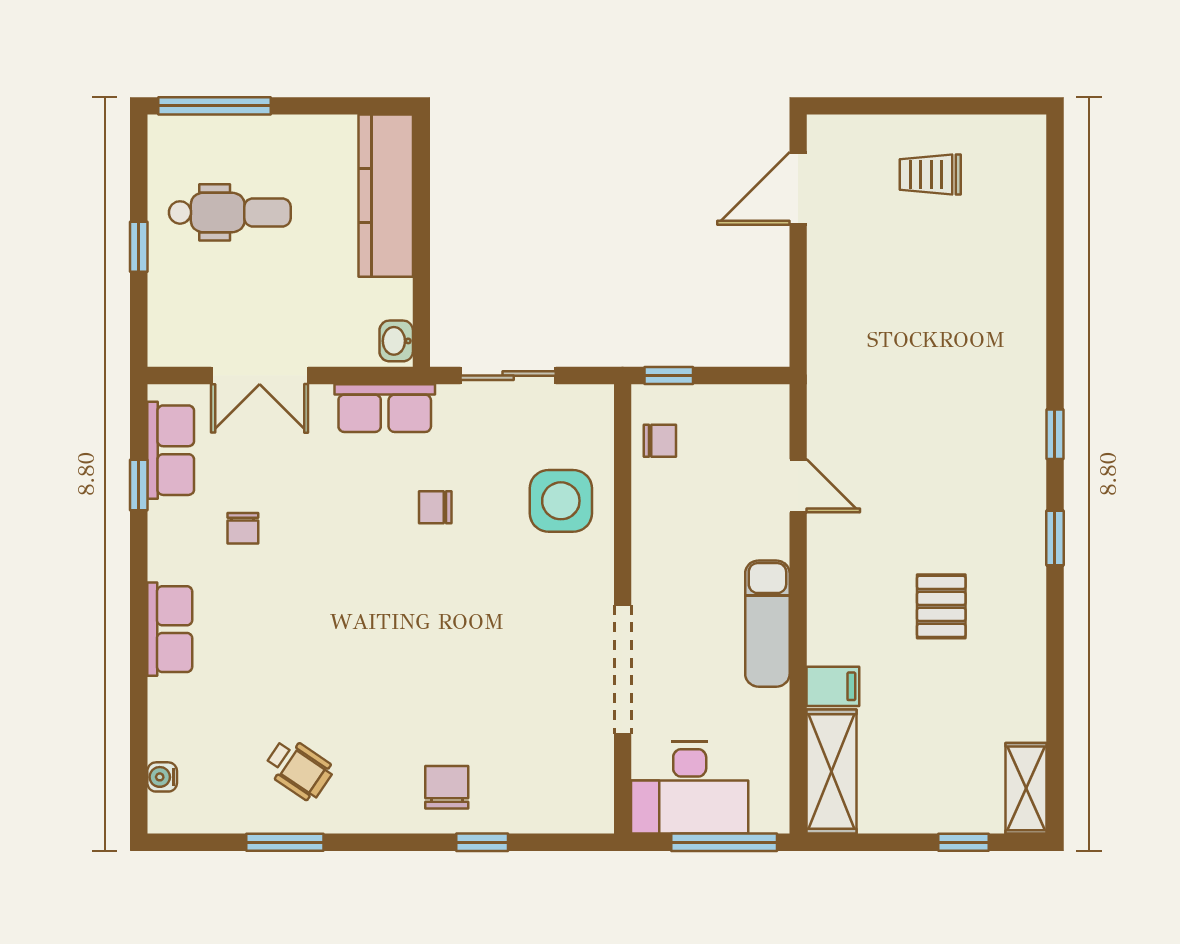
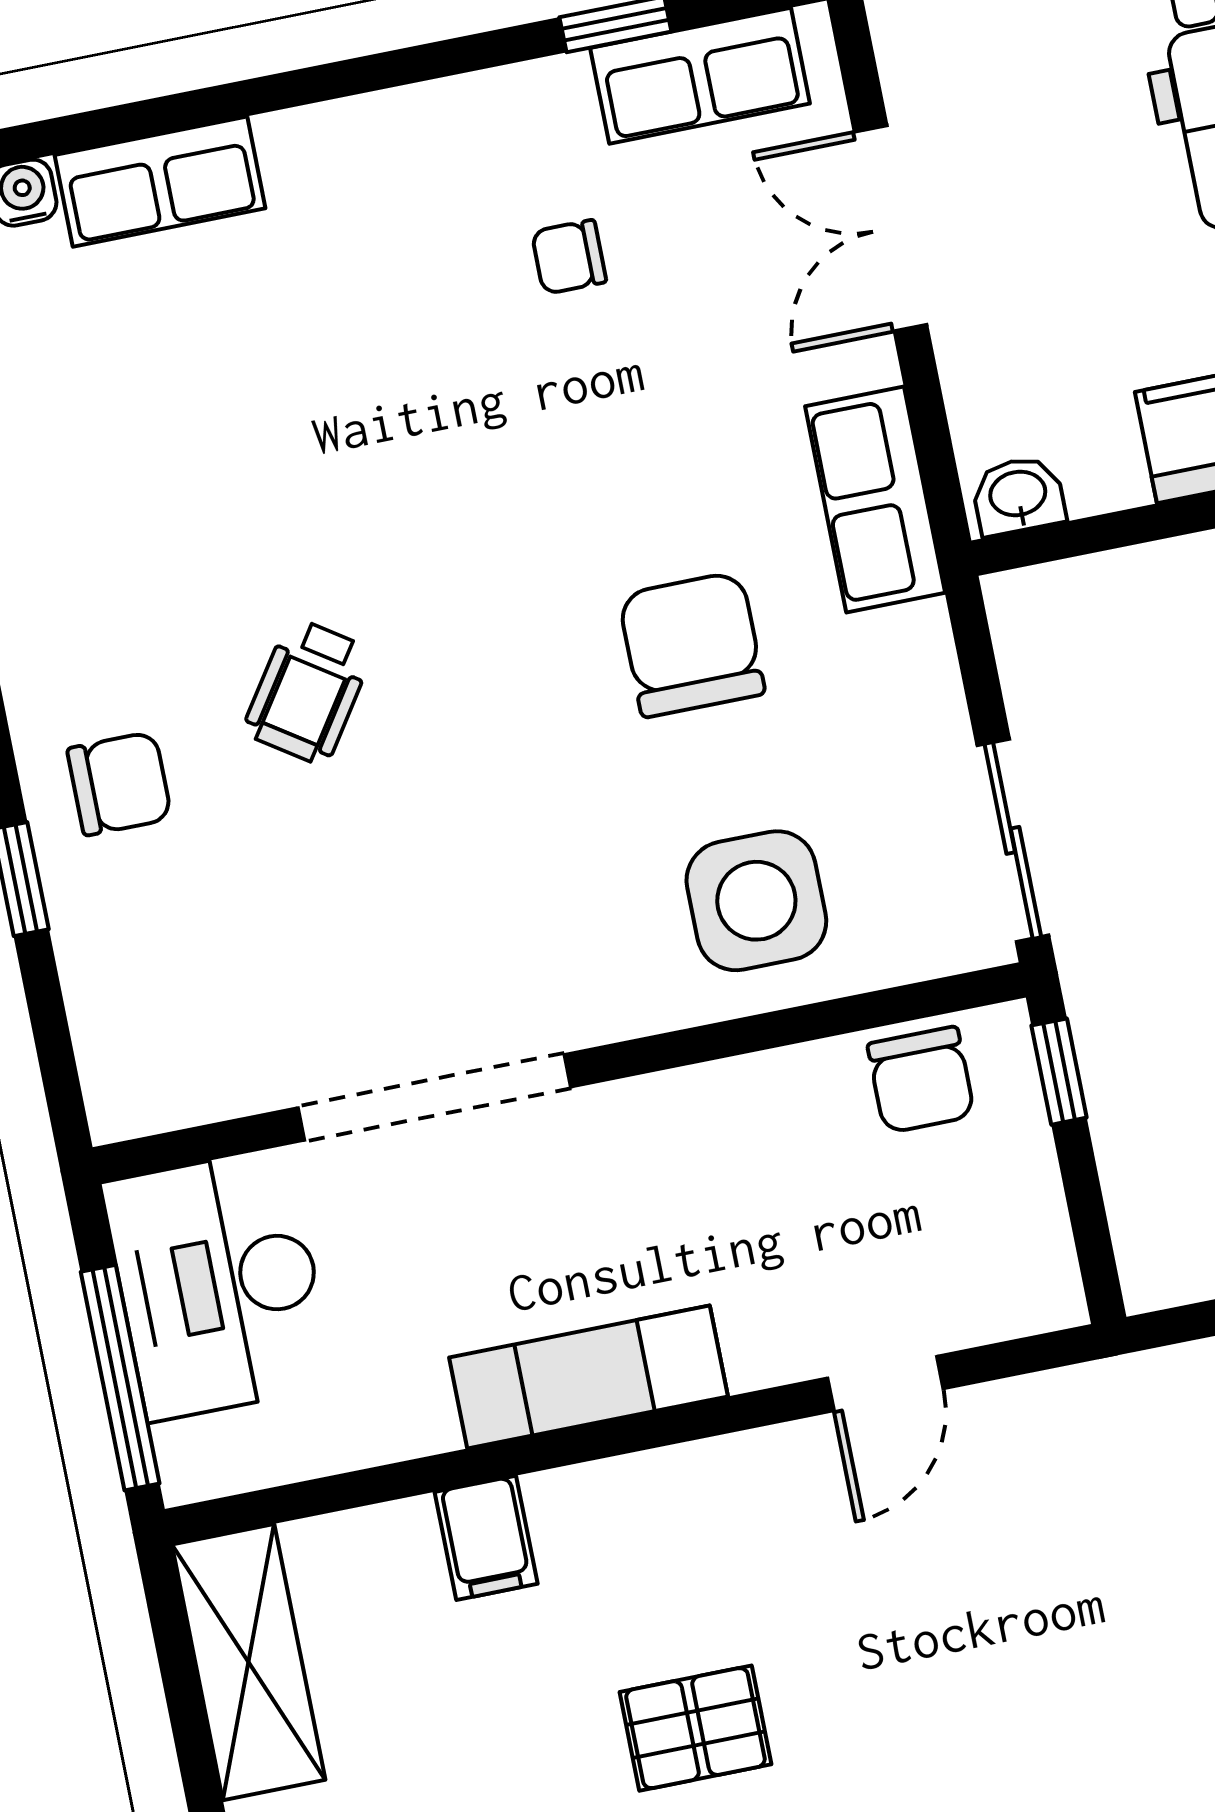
sliding door: (508, 376) -> (1013, 840), moved
chair: (660, 441) -> (921, 1080), width x1.37, depth x1.37
chair: (435, 507) -> (692, 644), width x1.87, depth x1.87
row of seats: (170, 629) -> (160, 182), moved
wheelchair: (299, 769) -> (308, 691), moved
shelving: (832, 772) -> (249, 1662), moved, turned 90

